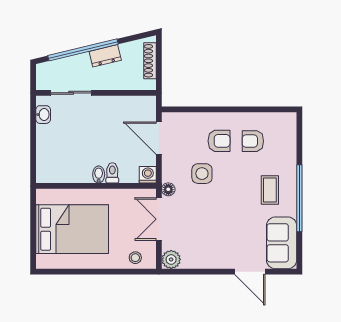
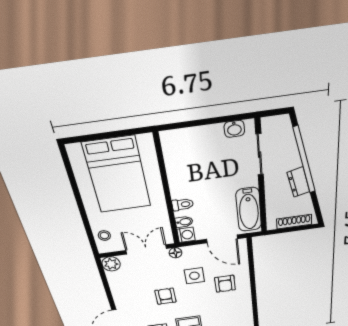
bathtub: (128, 107) -> (249, 210), added
door: (159, 138) -> (222, 239), swing flipped
armchair: (253, 141) -> (165, 296), moved
bidet: (99, 175) -> (184, 222), moved

